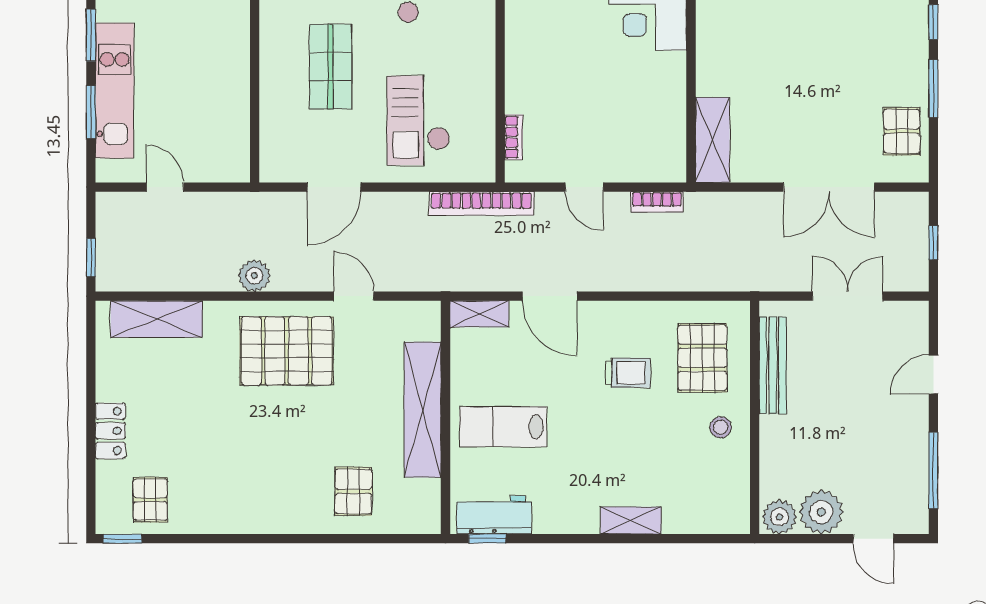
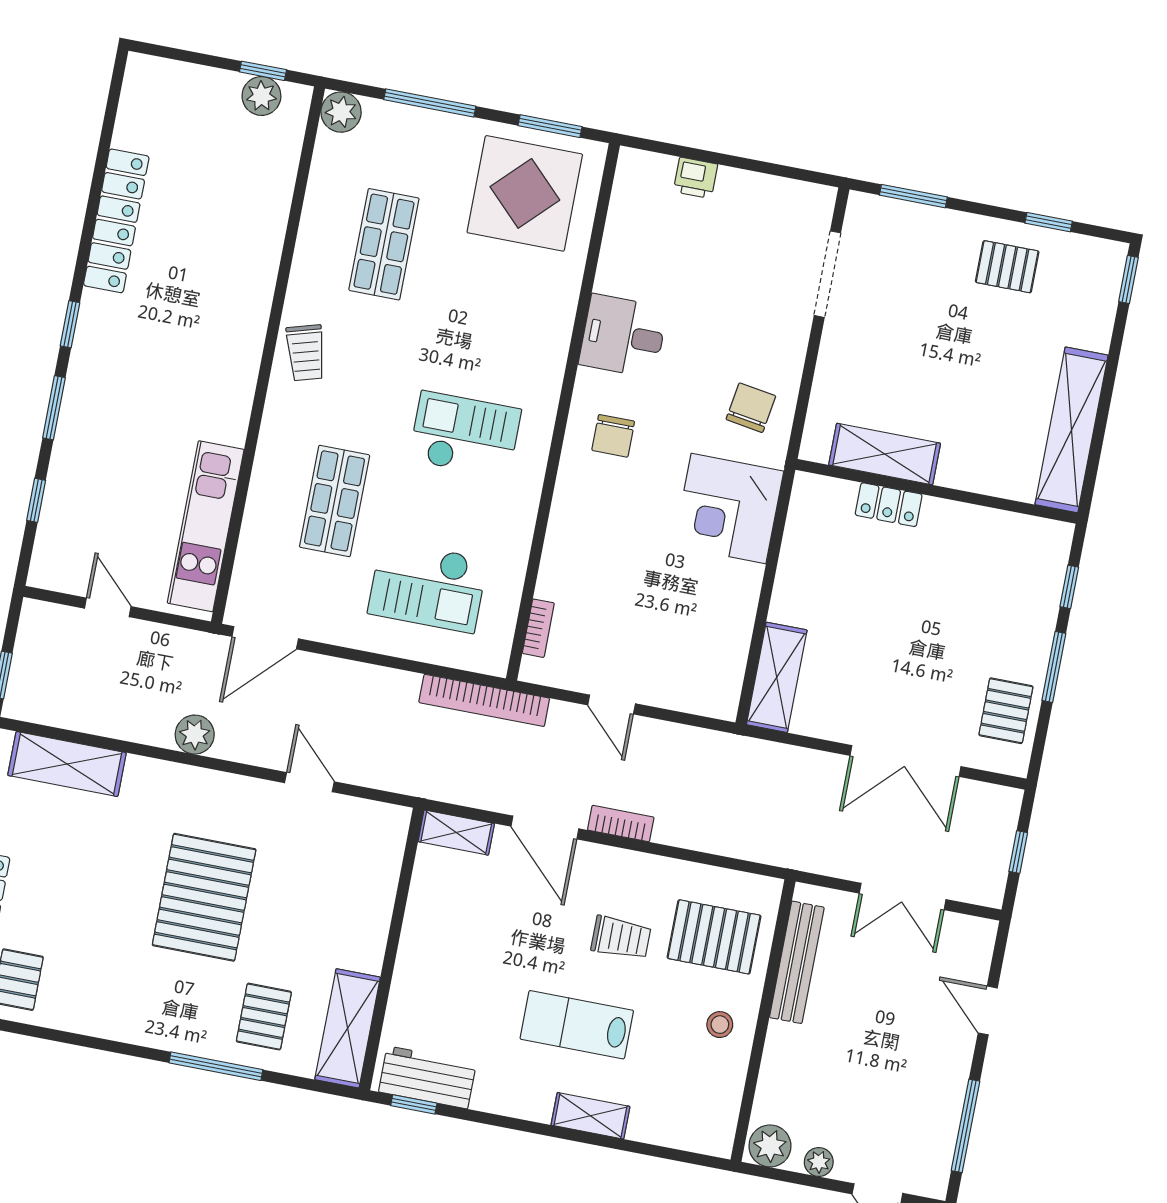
kitchen unit: (115, 91) -> (206, 526), moved, turned 180
window: (91, 112) -> (36, 500), width x0.67
checkout: (418, 121) -> (428, 586), turned -90
door: (334, 187) -> (265, 638), moved
bookcase: (657, 202) -> (621, 824), moved, turned 180
double door: (848, 296) -> (903, 896), swing flipped
pallet: (287, 351) -> (204, 897), moved, turned 90
pallet: (702, 358) -> (714, 937), turned 90
door: (933, 375) -> (988, 1010), hinge flipped
shelving: (422, 410) -> (348, 1028), moved, width x0.68
lab bench: (503, 427) -> (577, 1025), moved
plant: (821, 512) -> (819, 1162), width x0.53, depth x0.53
window: (323, 539) -> (216, 1066), added

